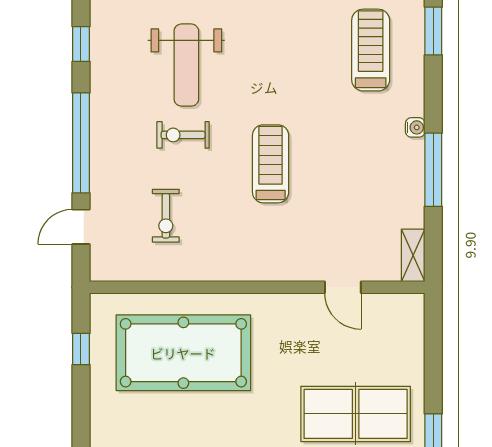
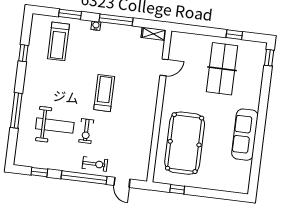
window: (433, 31) -> (70, 14), moved
treadmill: (371, 50) -> (58, 41), turned -90
treadmill: (271, 164) -> (104, 93), turned 90
exercise bike: (166, 216) -> (95, 164), moved

